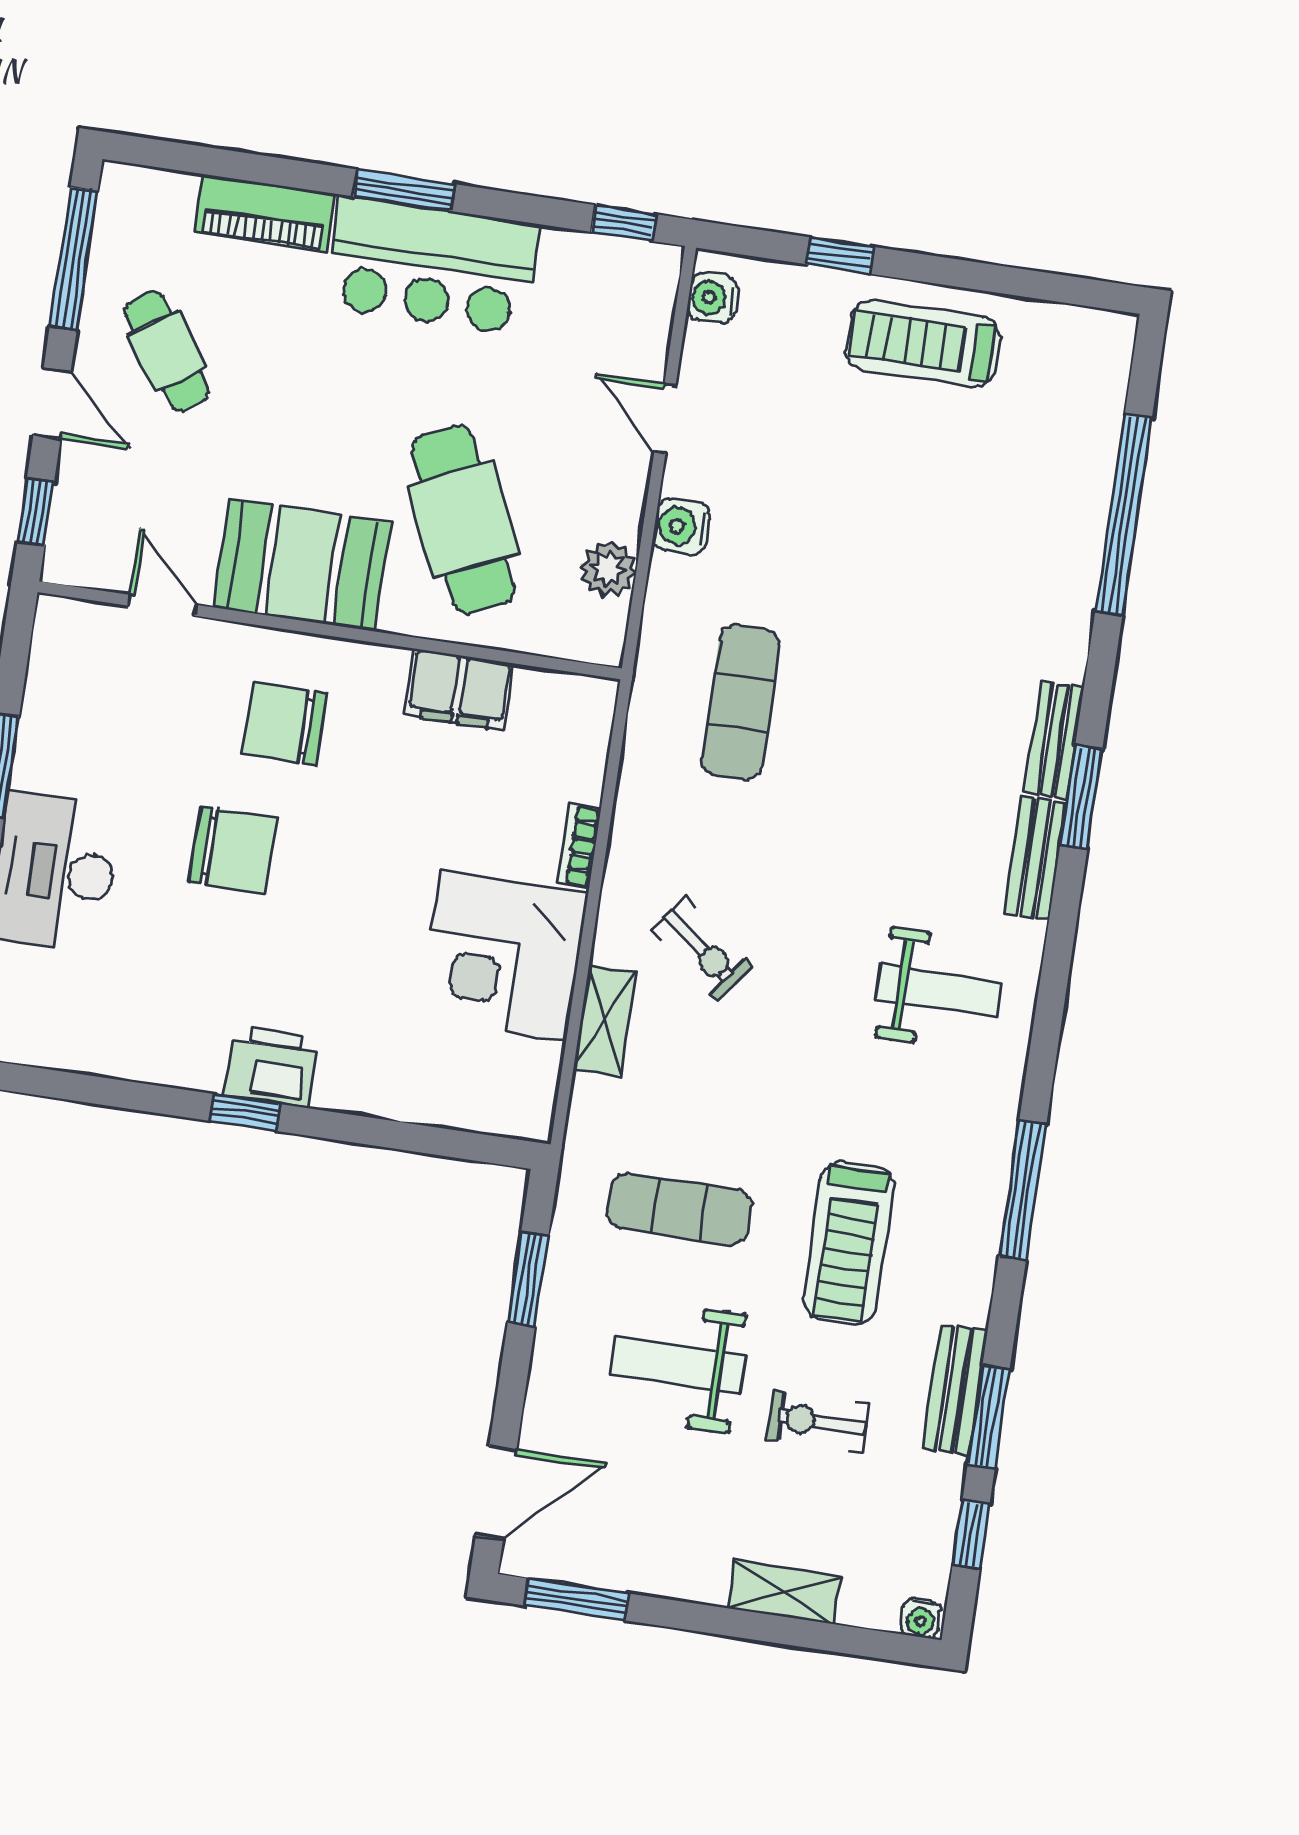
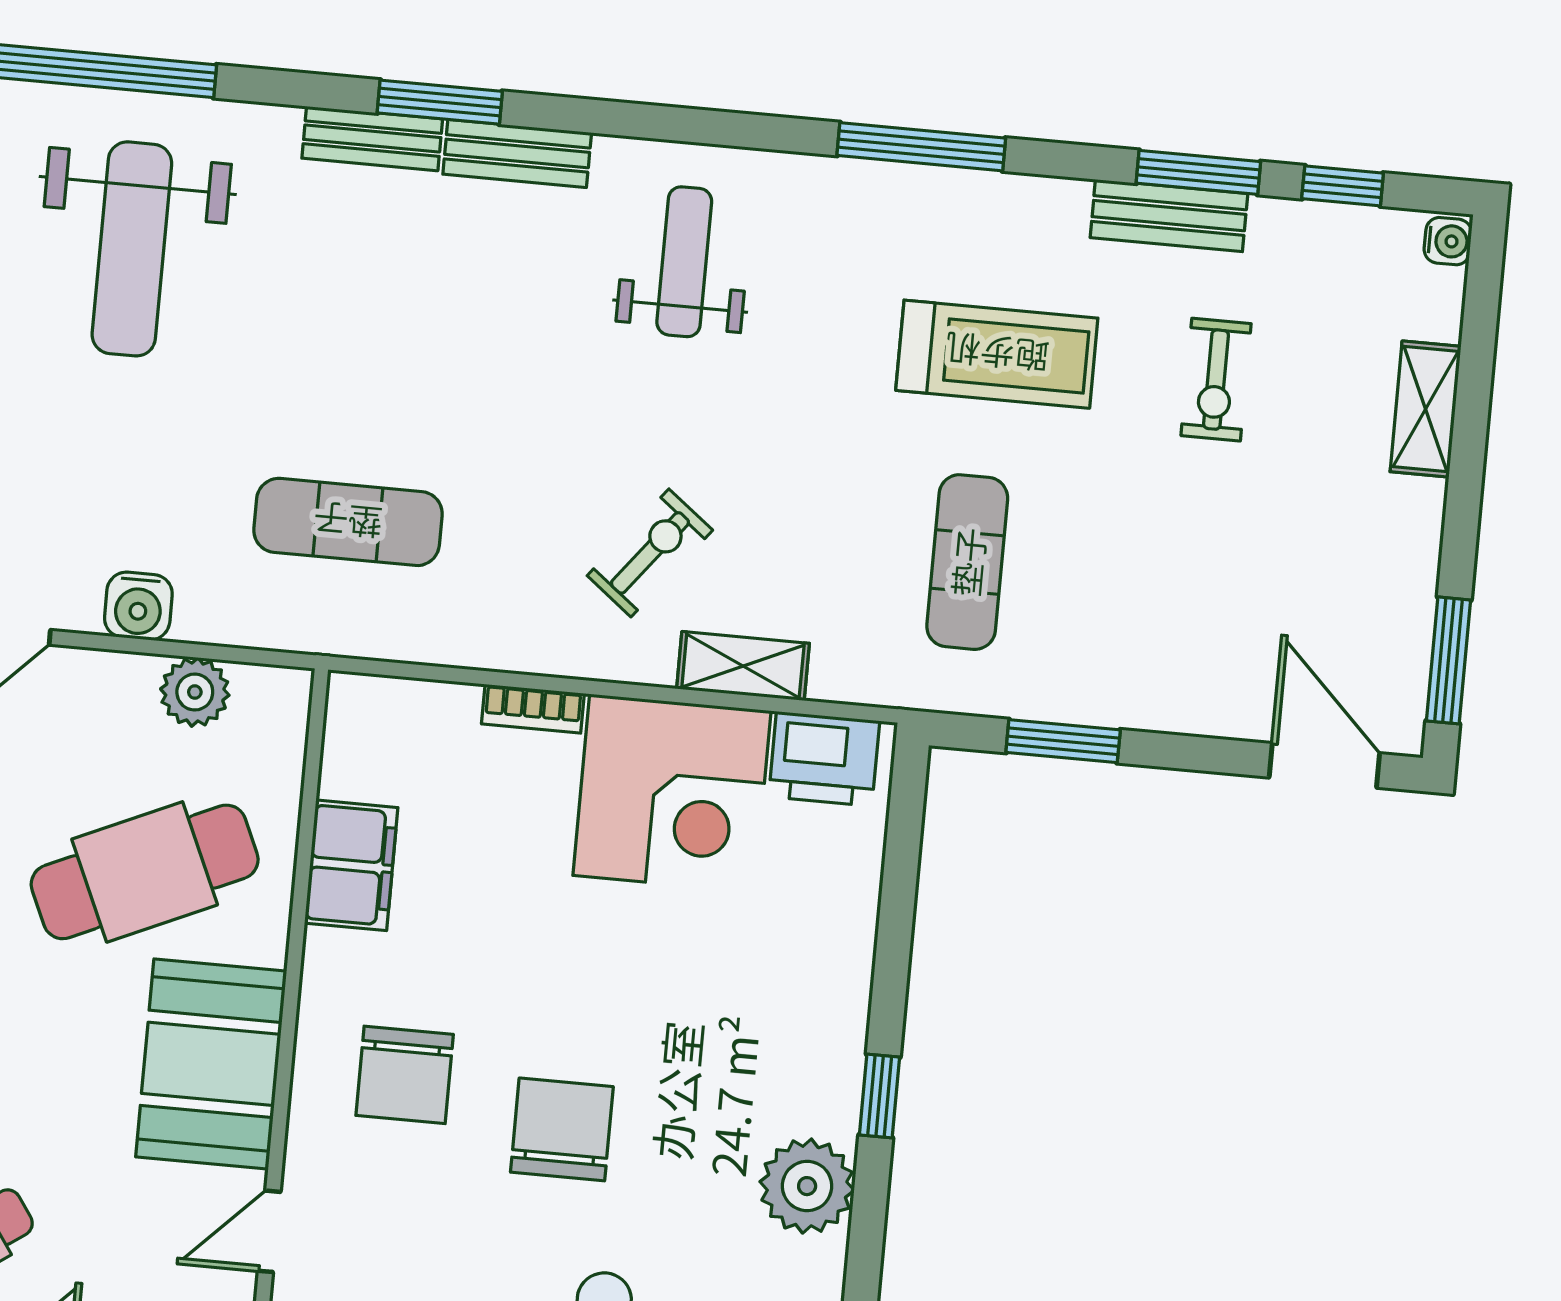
plant: (175, 1049) -> (807, 1186), added
printer: (271, 1067) -> (824, 759), moved, turned -90
weight bench: (678, 1365) -> (132, 249), moved, width x1.36, depth x1.33

